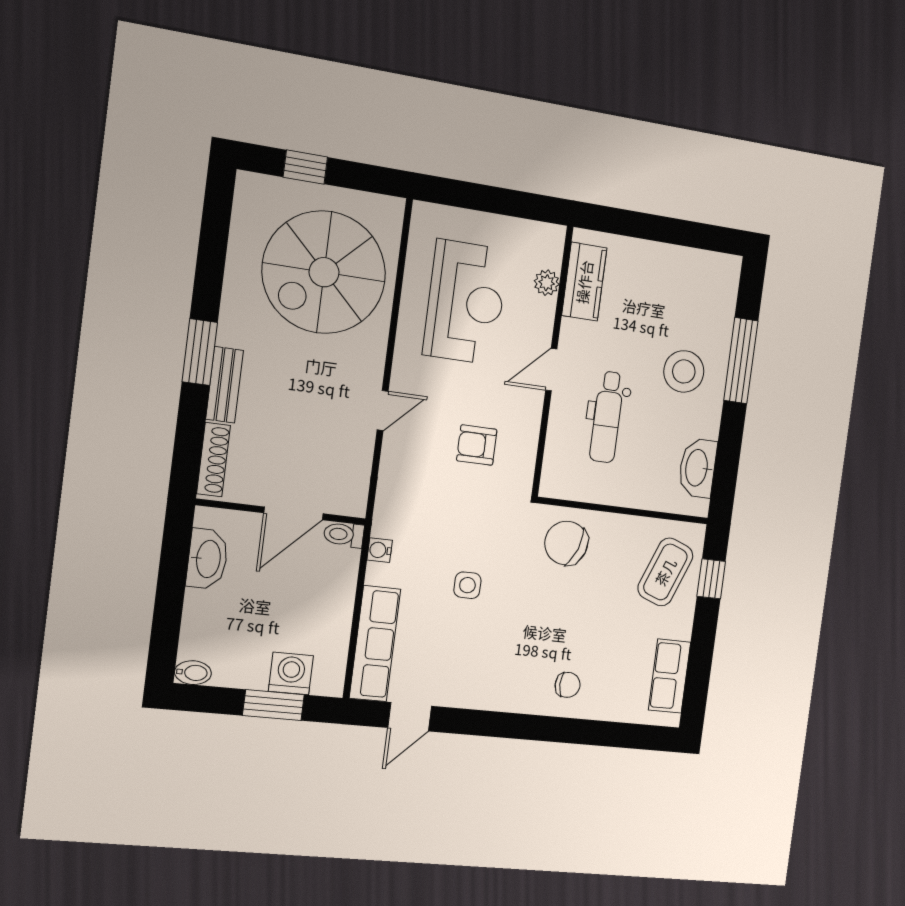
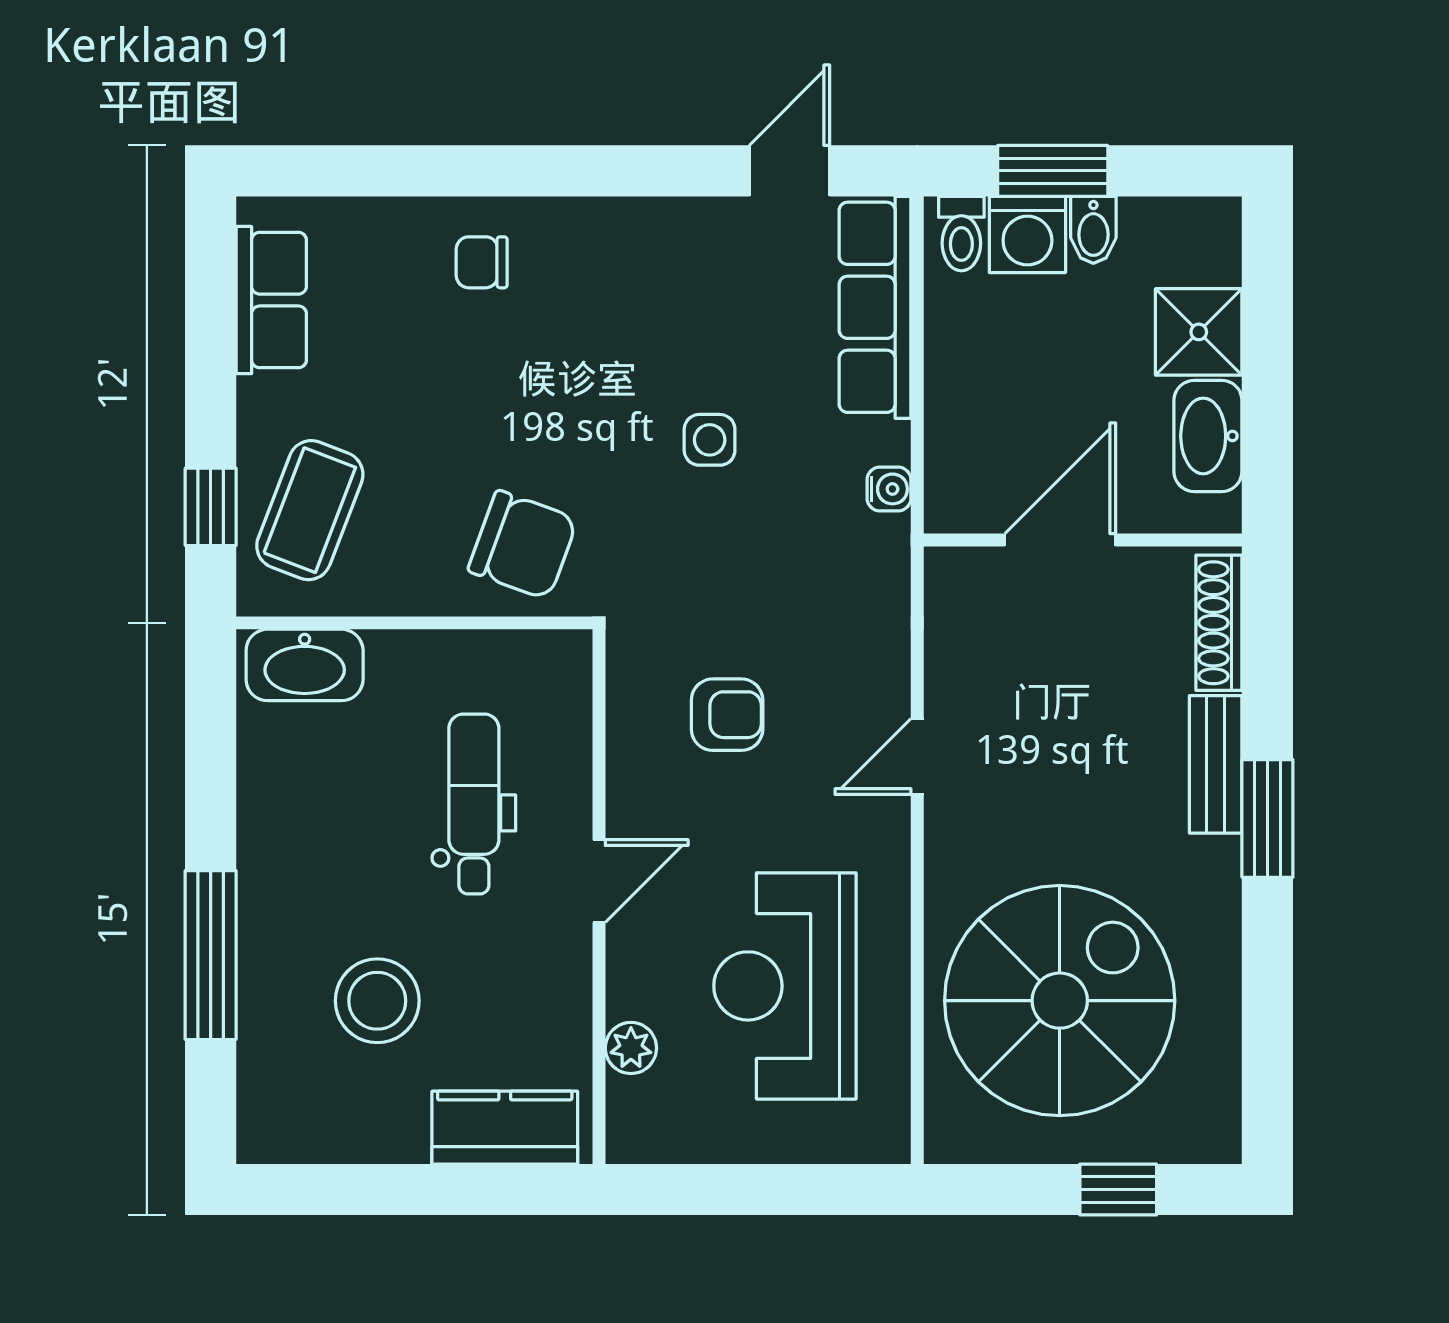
kitchen counter: (584, 282) -> (505, 1128), moved, turned 90
stool: (684, 371) -> (377, 1001), moved
washbasin: (697, 468) -> (305, 665), moved, turned 90
toilet: (344, 535) -> (961, 234), moved, turned 90
shower: (206, 614) -> (1199, 332), added
bidet: (193, 673) -> (1093, 230), moved, turned -90

